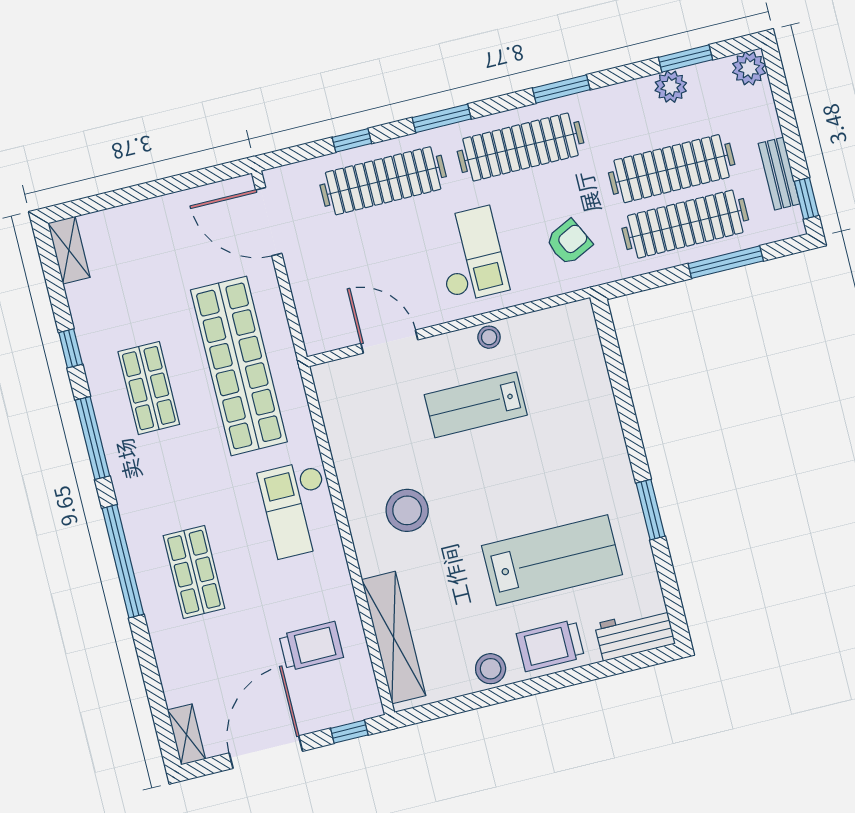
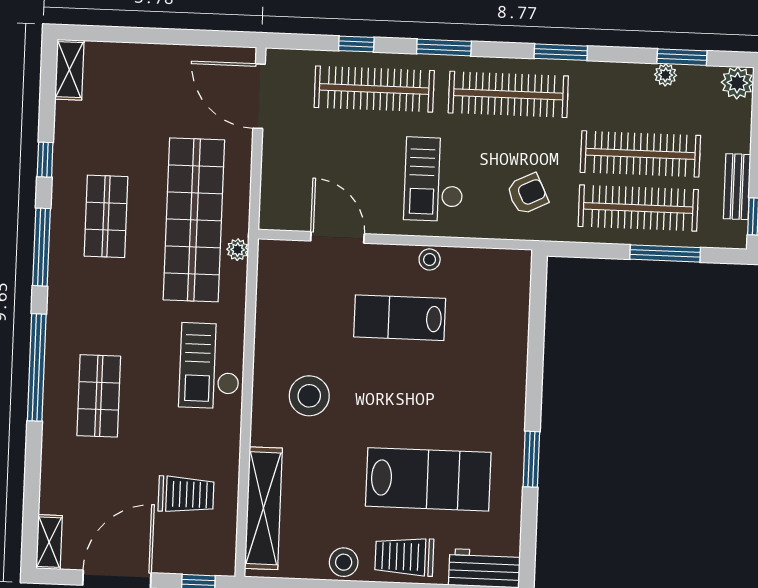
plant: (671, 87) -> (666, 75), width x0.73, depth x0.73
checkout: (470, 255) -> (434, 179), turned 180
plant: (292, 383) -> (238, 250), added

